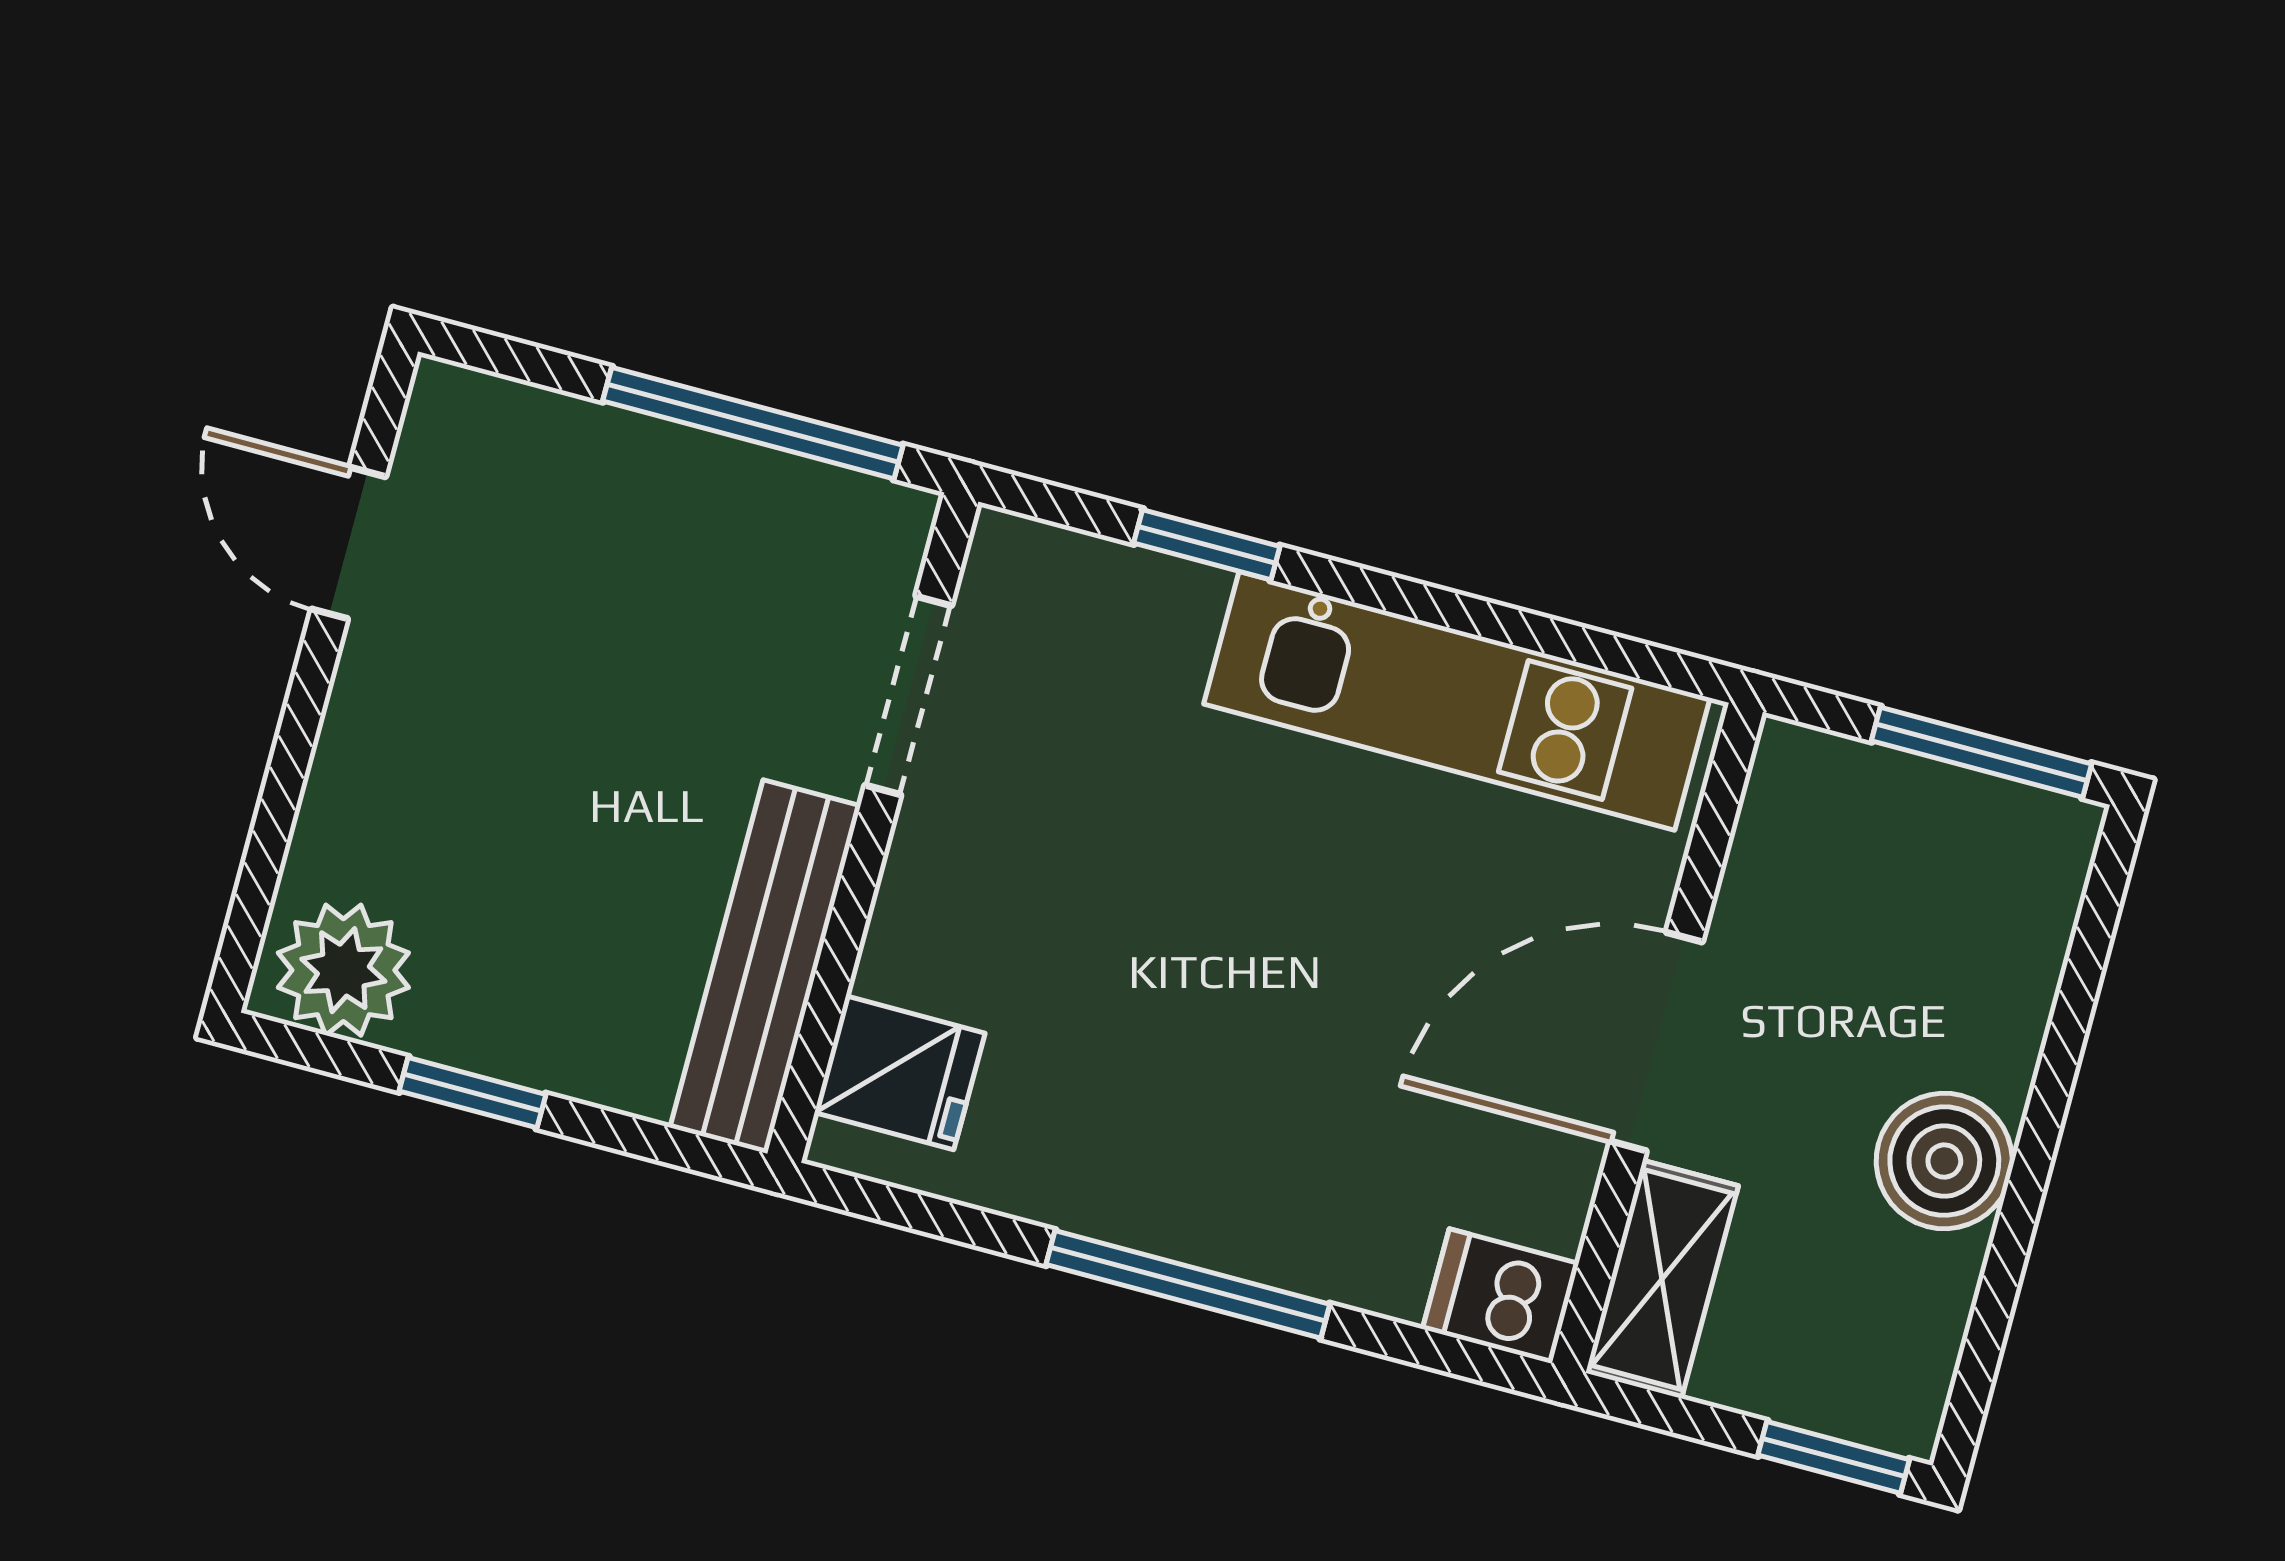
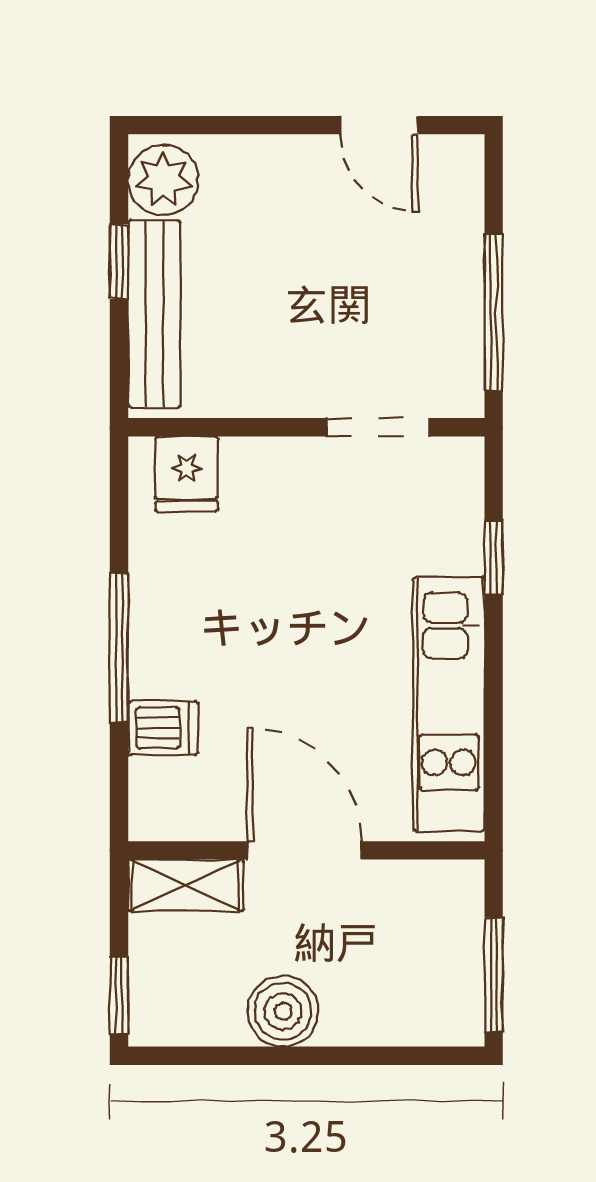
door: (349, 543) -> (379, 125), swing flipped
bench: (765, 967) -> (154, 314), moved, turned 90
dishwasher: (1501, 1296) -> (163, 728), moved, turned 90

